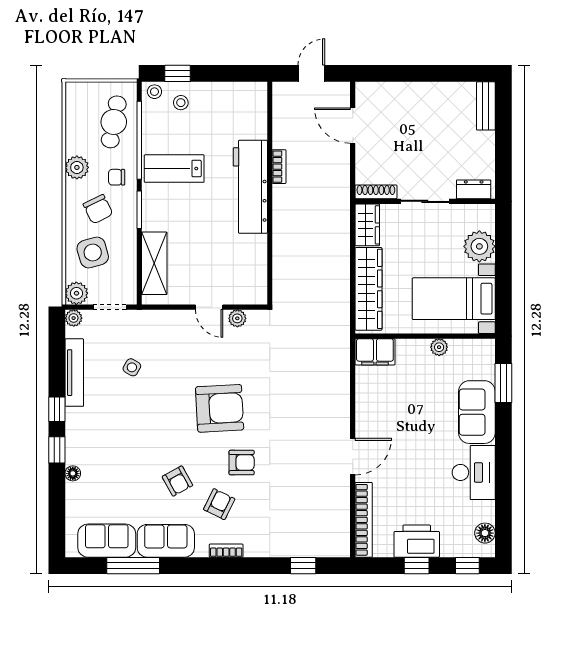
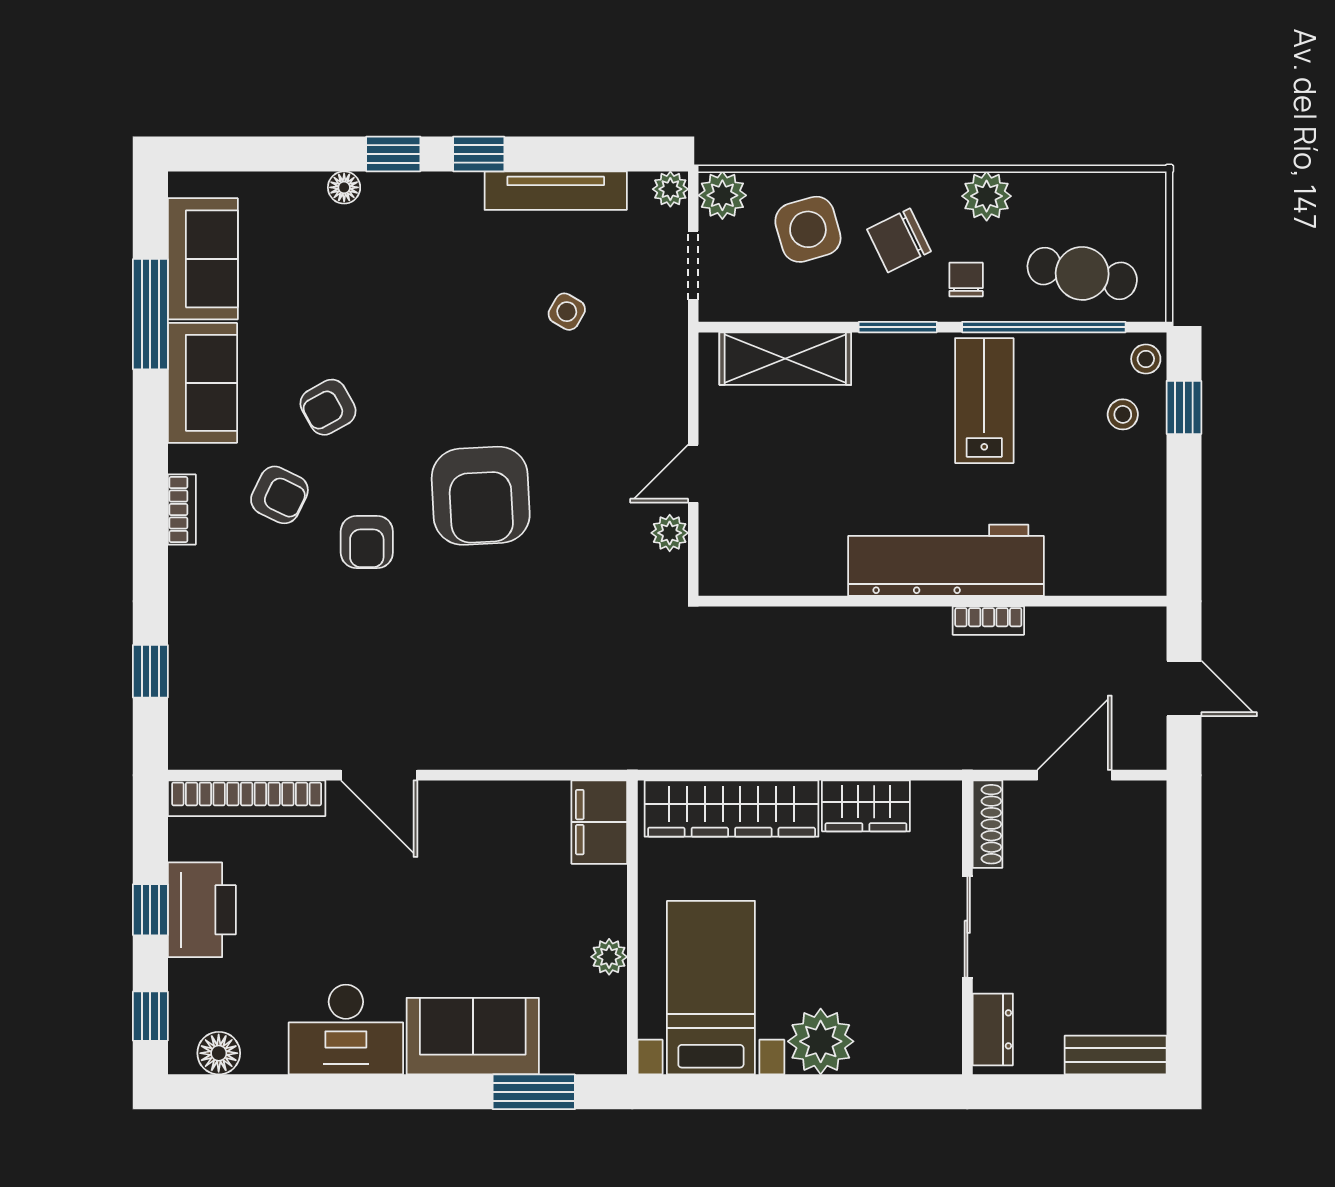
dresser: (474, 189) -> (993, 1029), moved
shoe rack: (376, 192) -> (987, 824), moved
sliding door: (425, 201) -> (967, 927), moved
wall: (425, 201) -> (967, 927), moved

